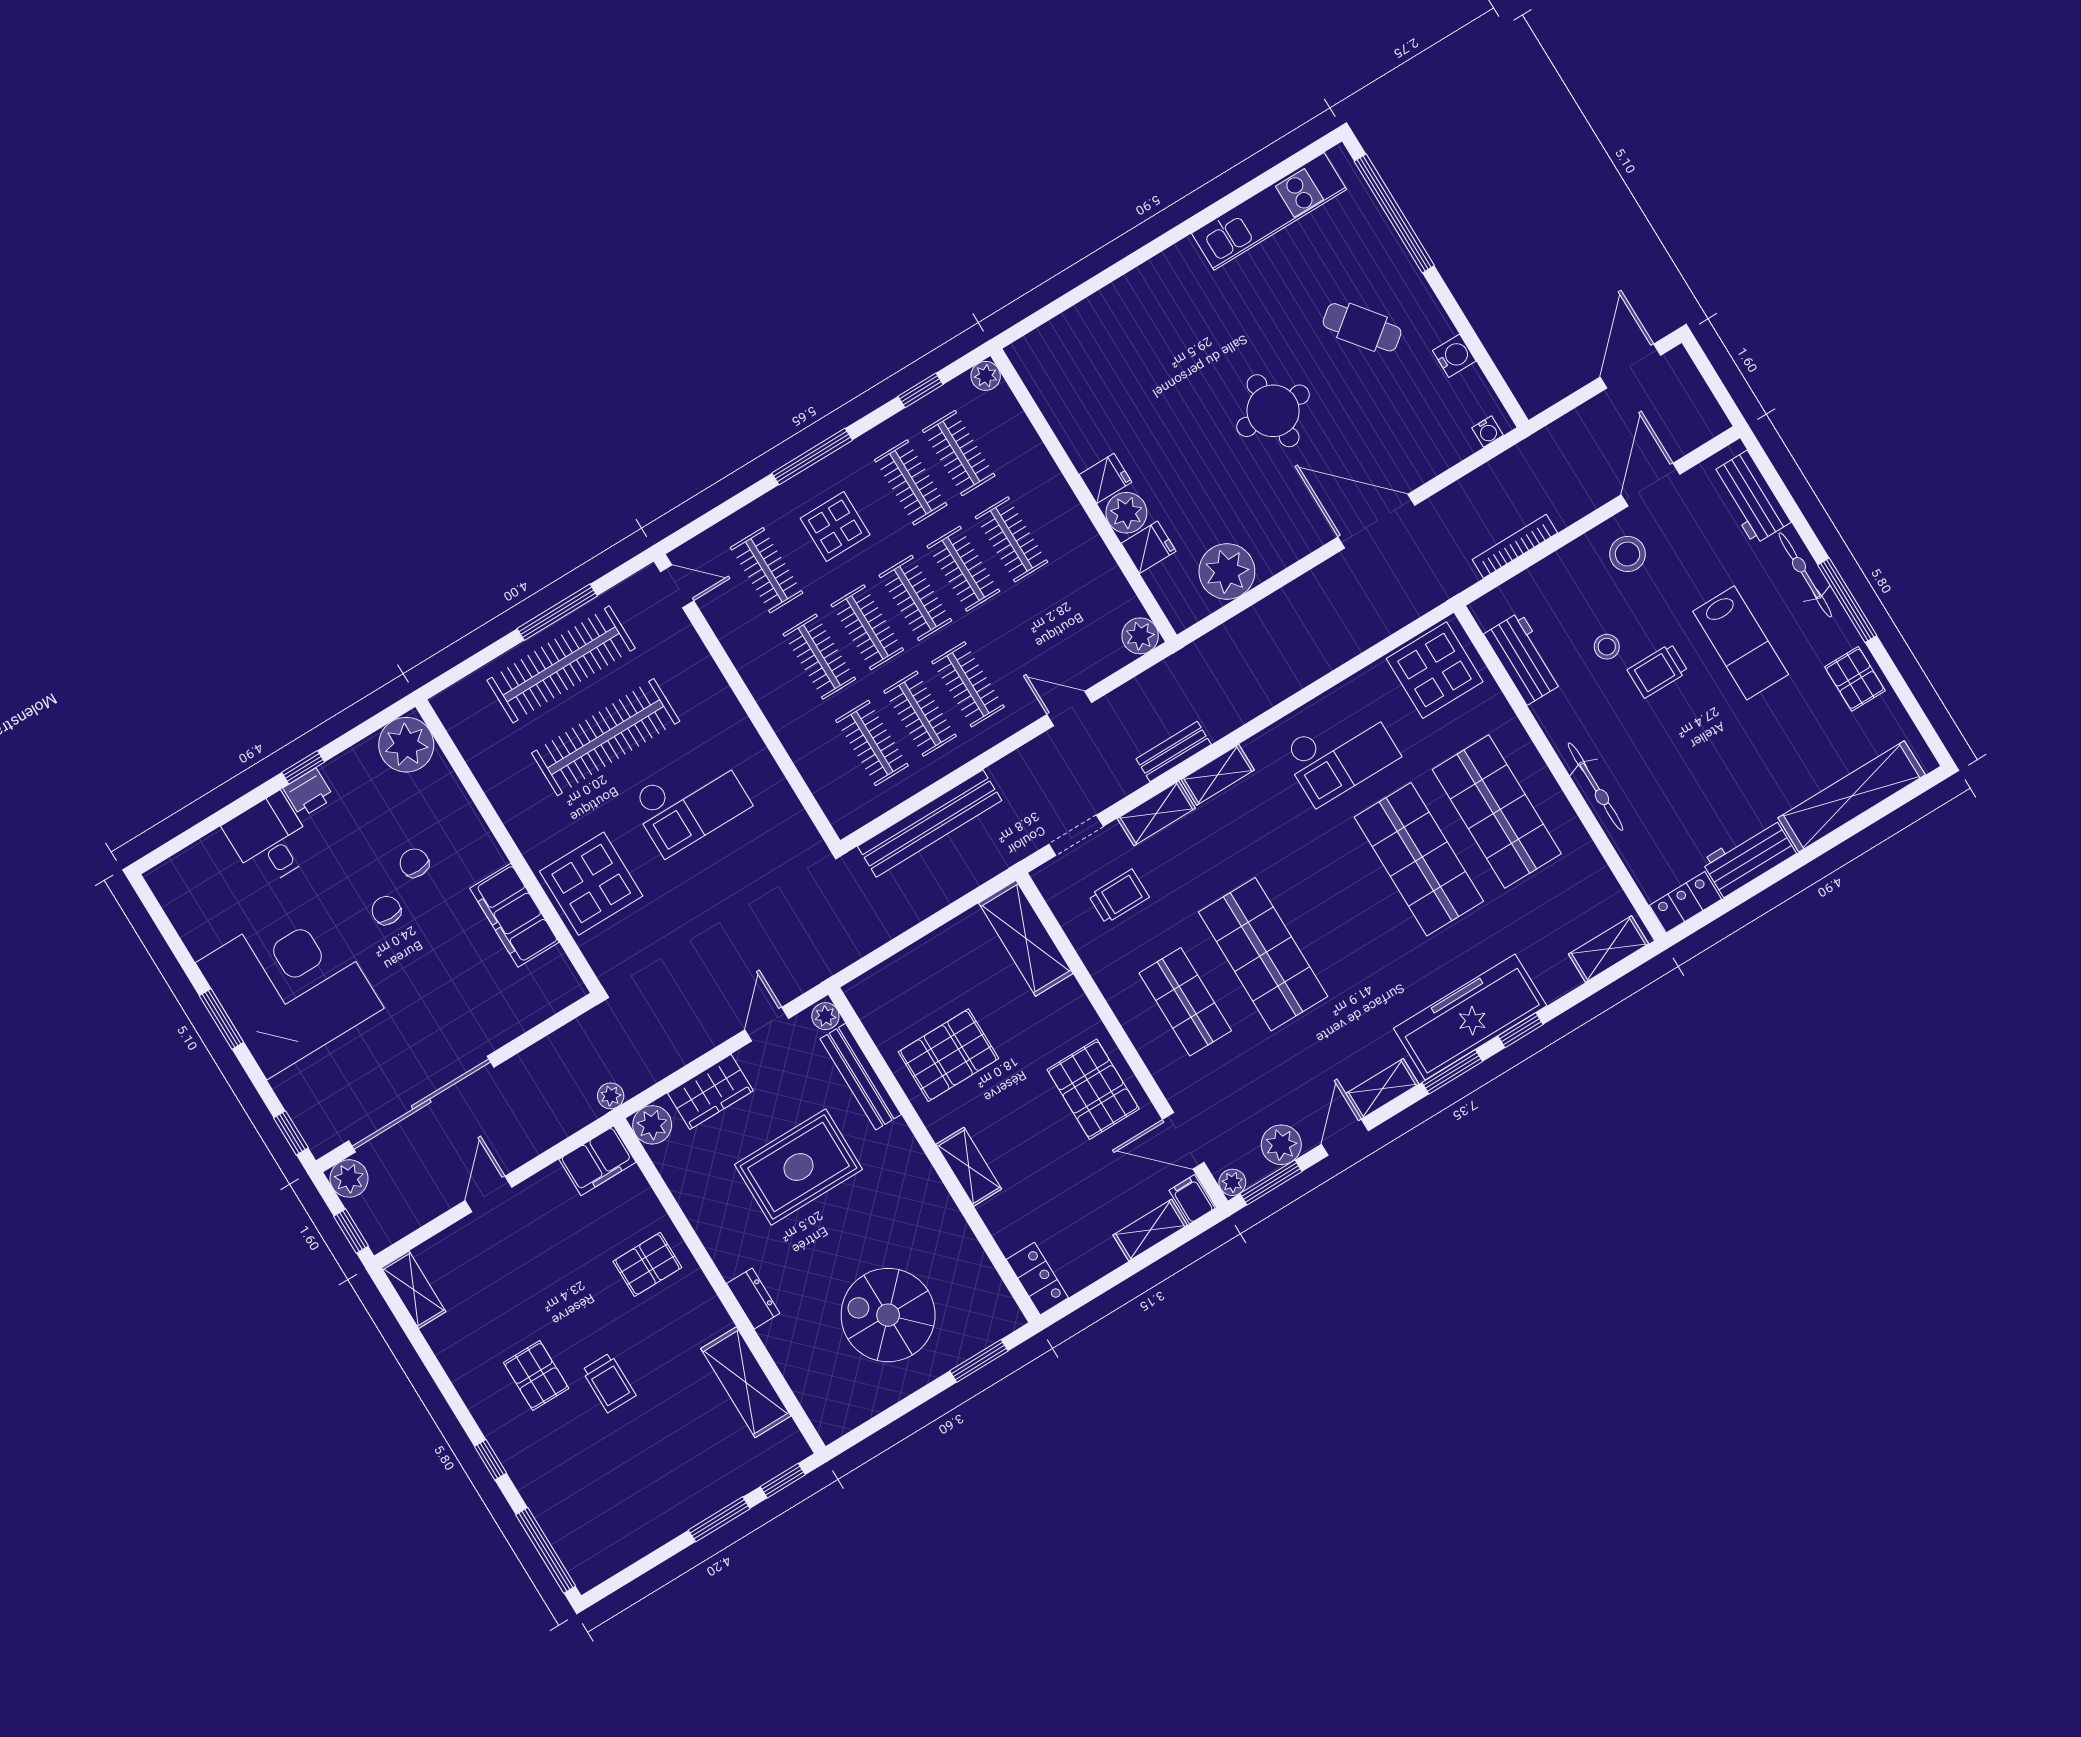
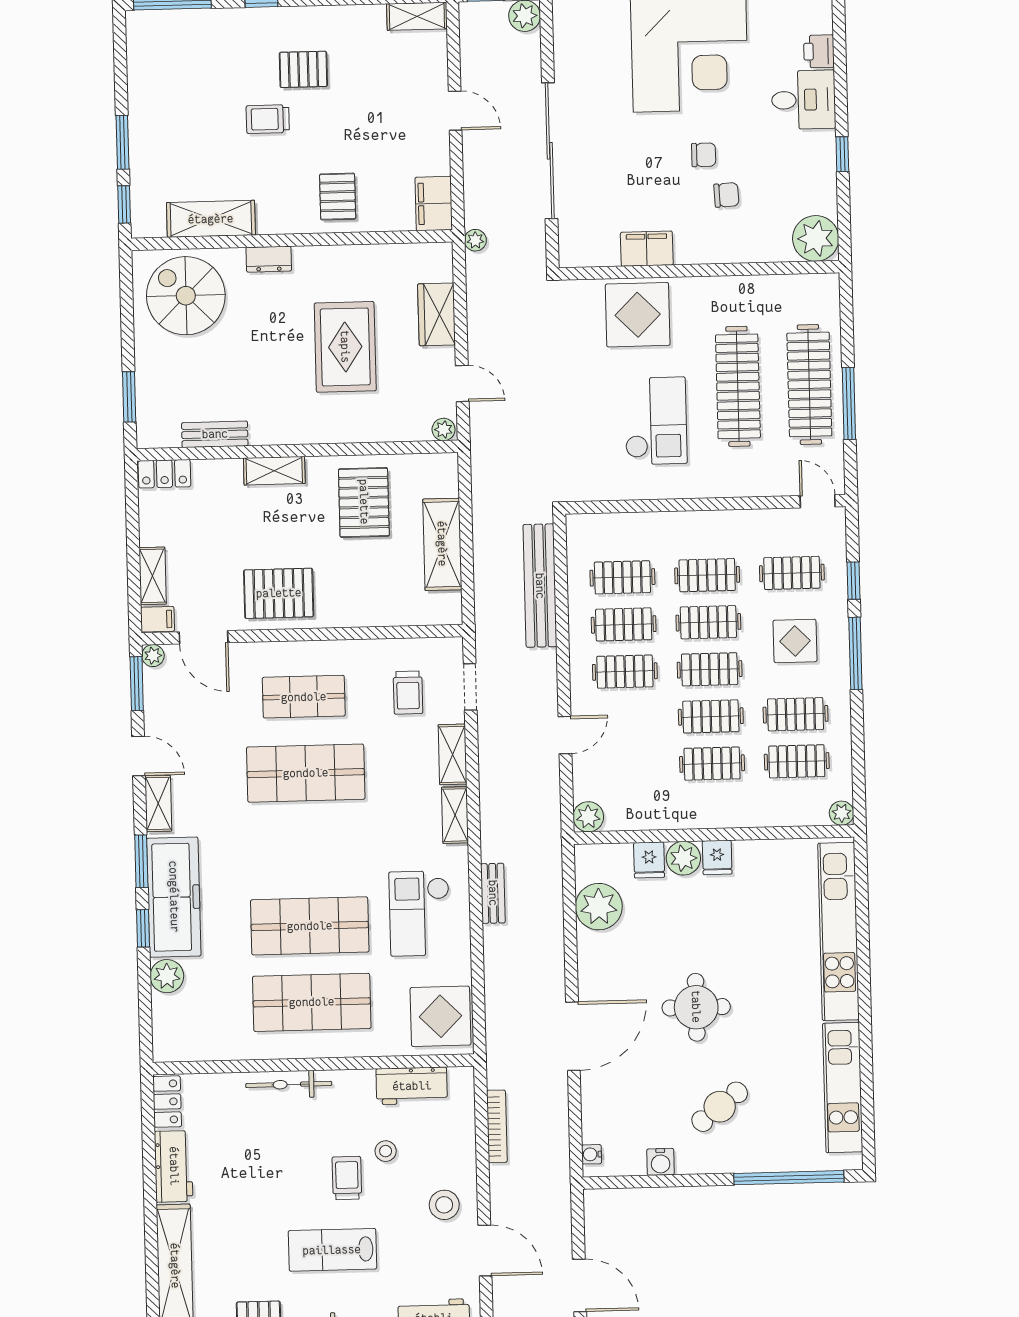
kitchen unit: (1110, 309) -> (838, 931), added
window: (921, 390) -> (854, 581), moved
door: (677, 586) -> (818, 501), swing flipped
bench: (1174, 752) -> (493, 893), moved
printer: (309, 793) -> (819, 51), moved
checkout: (690, 802) -> (656, 421), turned 180
filing cabinet: (514, 915) -> (647, 249), width x0.67, depth x0.86
shelving: (1026, 938) -> (442, 544), moved, turned 90
shelving: (1609, 949) -> (165, 1026), removed
bench: (861, 1077) -> (215, 434), moved, width x0.73
sliding door: (421, 1104) -> (550, 151), moved
plant: (652, 1125) -> (437, 258), removed
door: (1183, 1141) -> (204, 637), swing flipped
plant: (1281, 1145) -> (167, 976), moved
spiral stairs: (888, 1315) -> (186, 296), moved, turned -90

